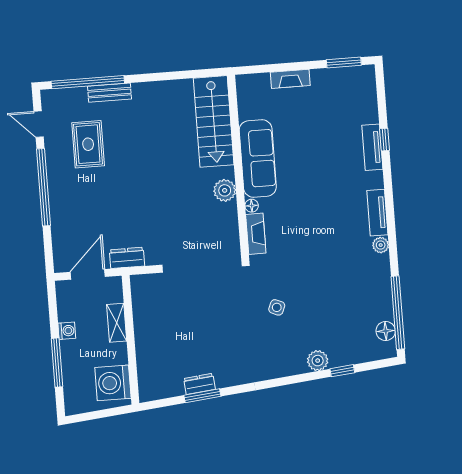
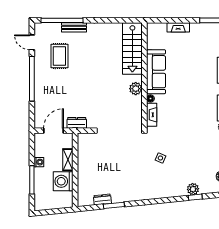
plant: (318, 361) -> (193, 189), moved
washing machine: (113, 383) -> (63, 181), moved
dresser: (199, 384) -> (102, 199), moved

